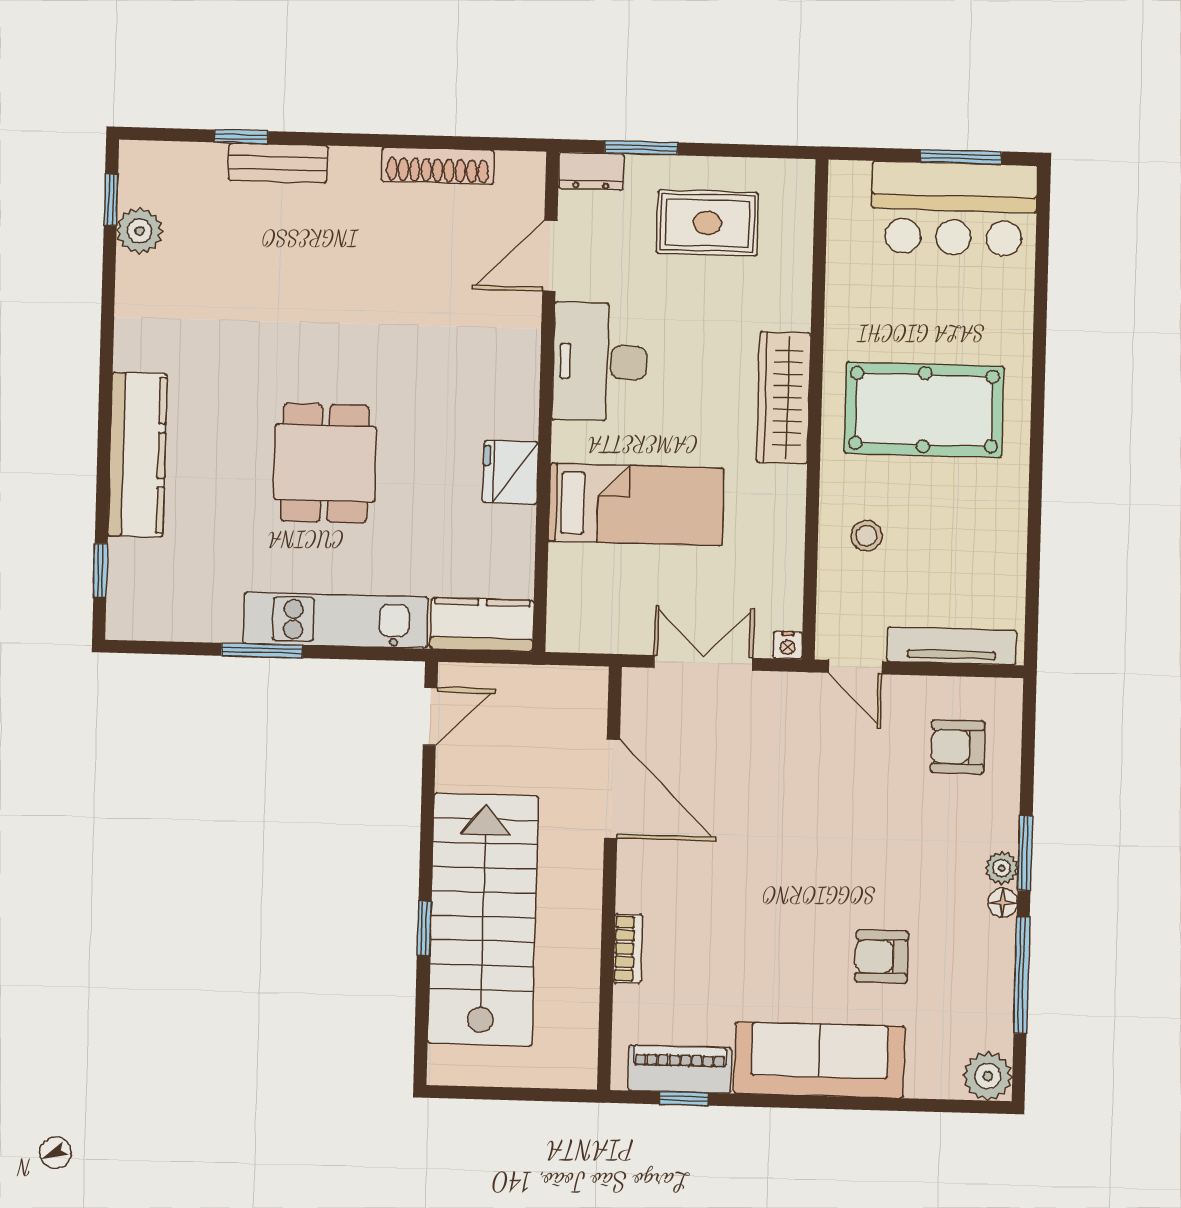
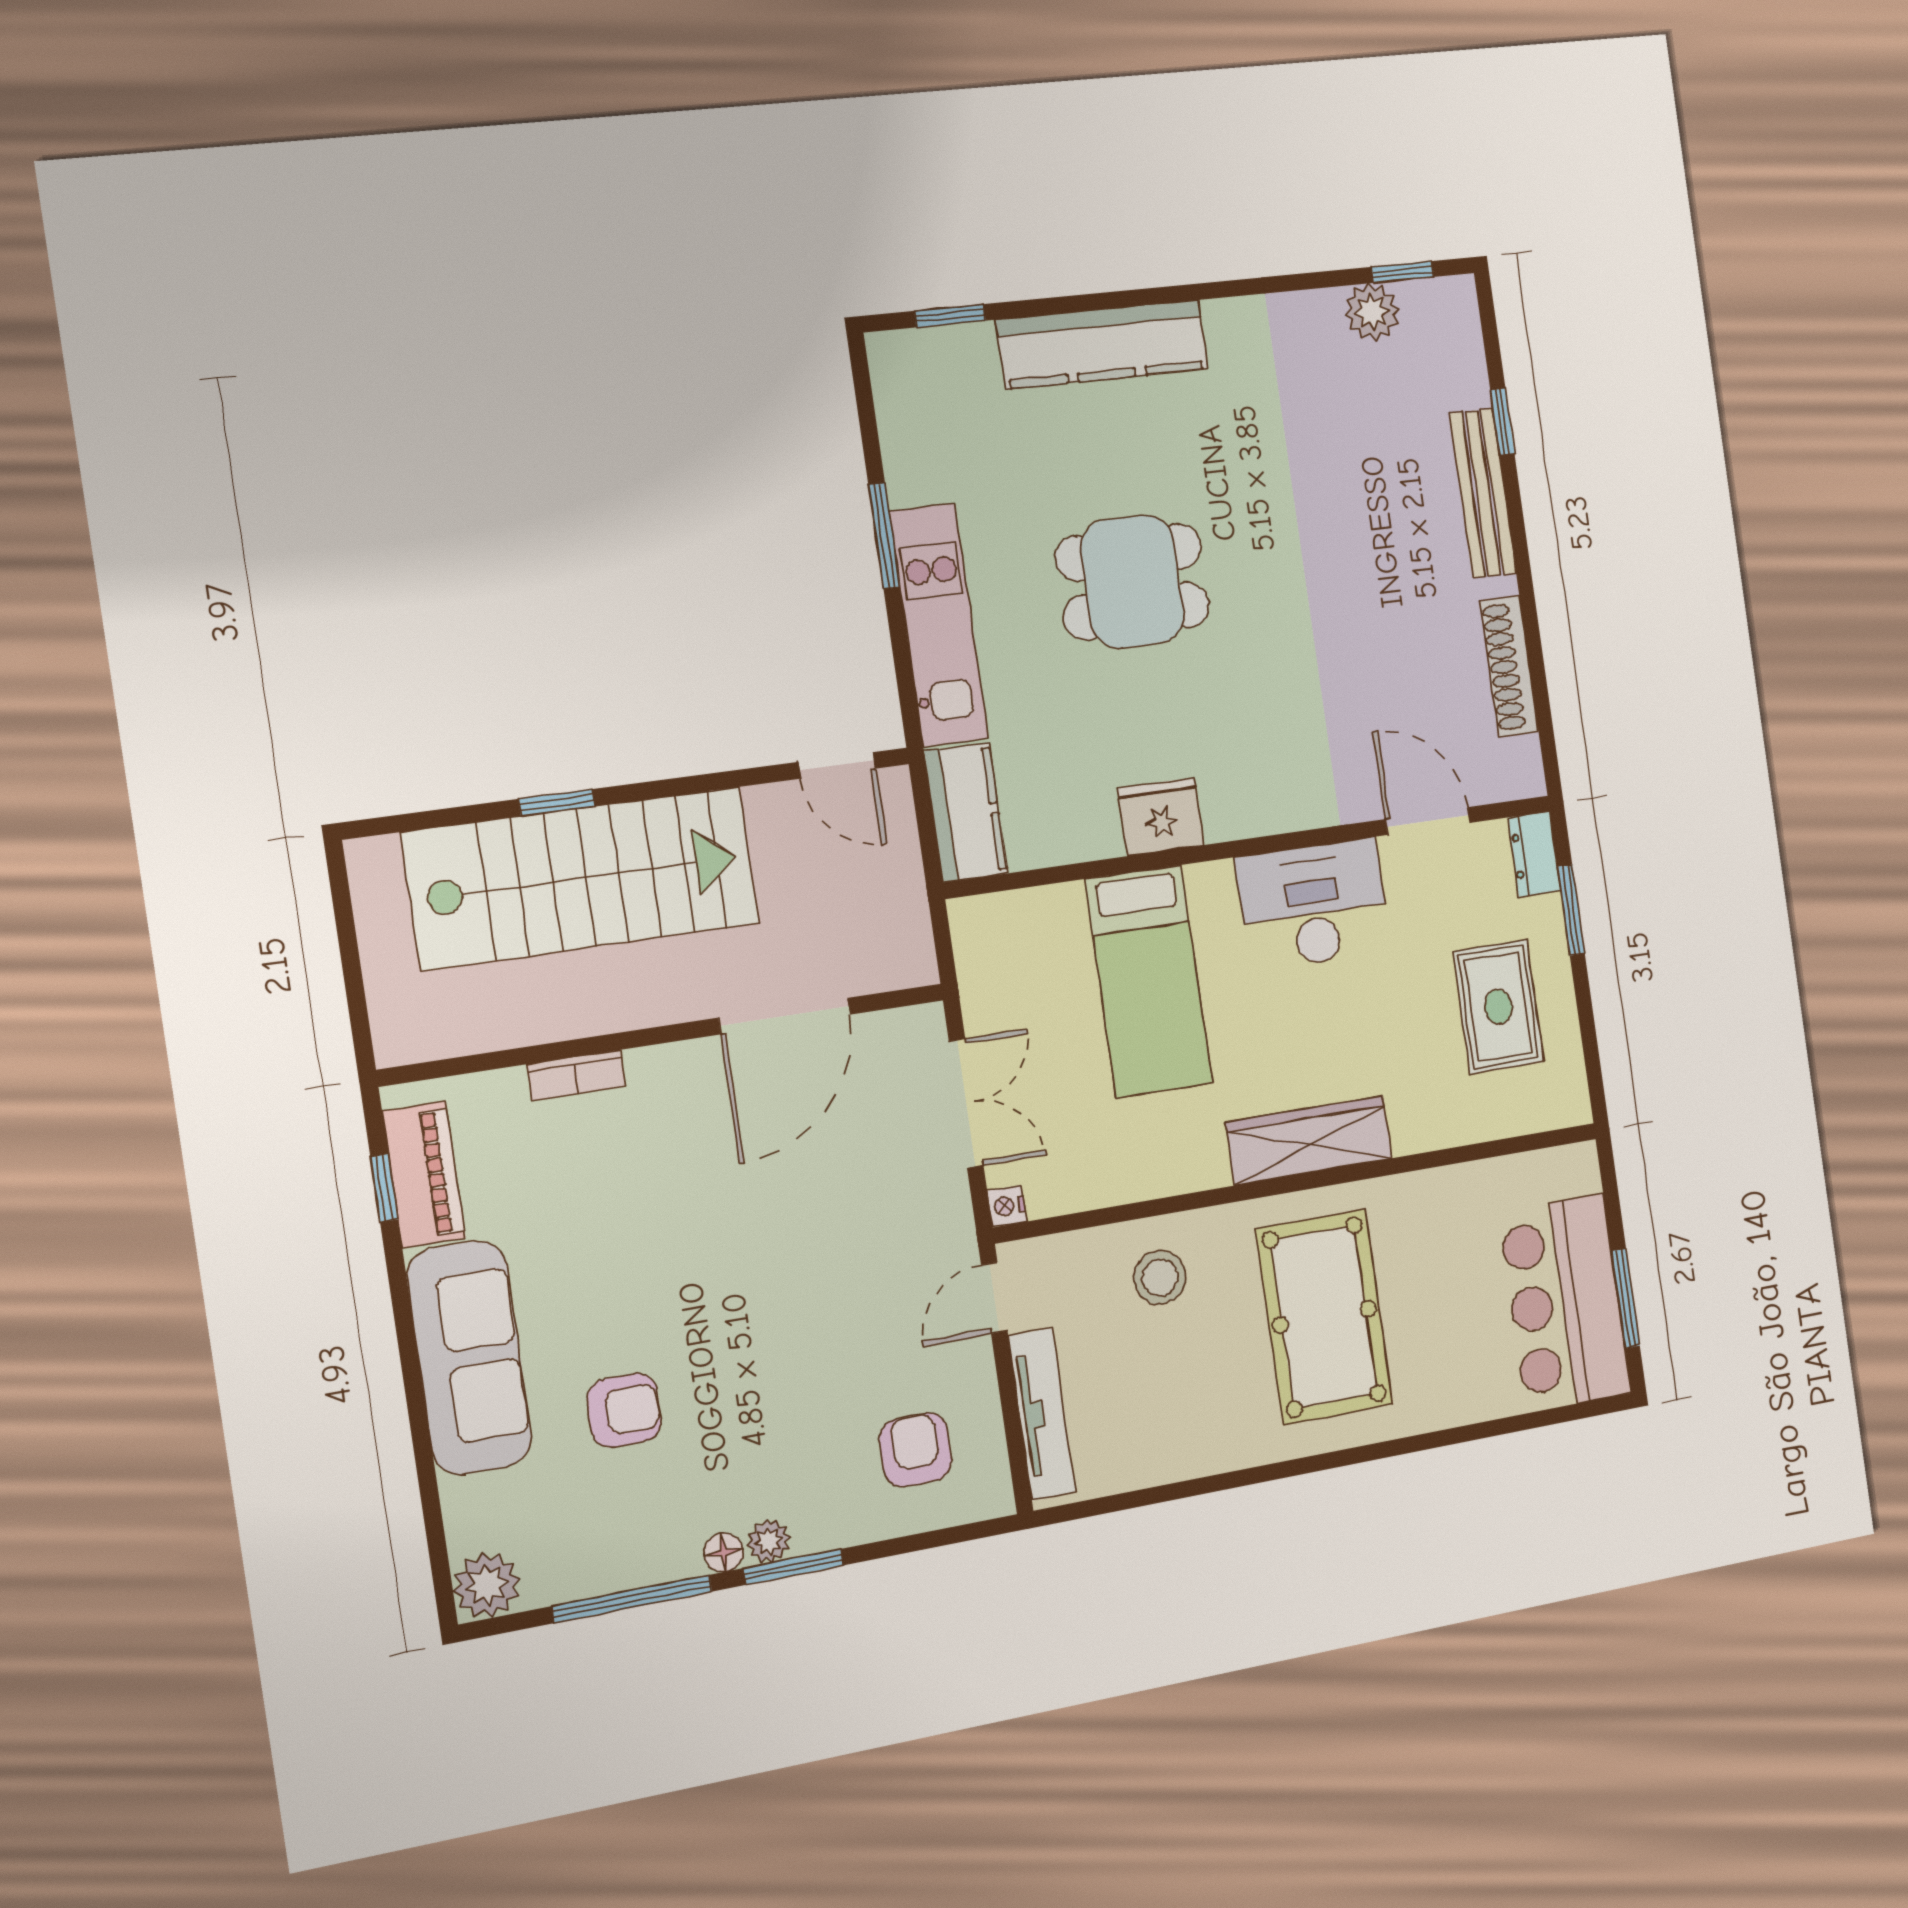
bench: (278, 163) -> (1483, 493), width x1.36
stool: (866, 536) -> (1160, 1278), width x1.37, depth x1.37
armchair: (882, 957) -> (624, 1410), turned 90

